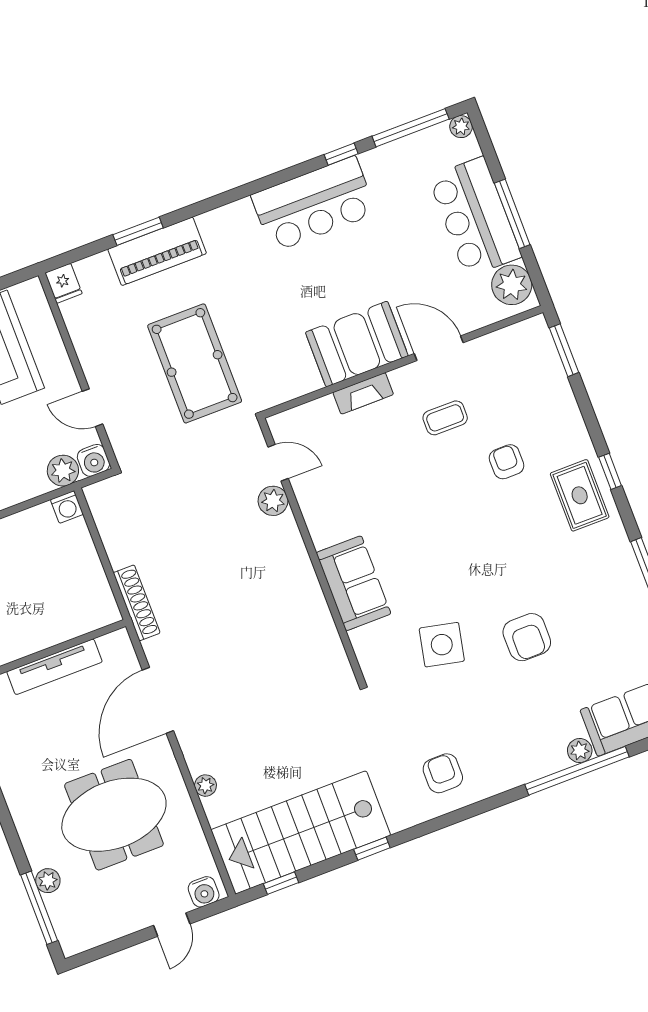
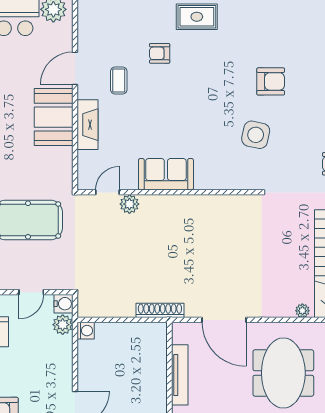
fireplace: (363, 393) -> (88, 125), width x1.37, depth x1.32
sofa: (353, 583) -> (166, 174), moved
plant: (205, 786) -> (302, 311), moved

